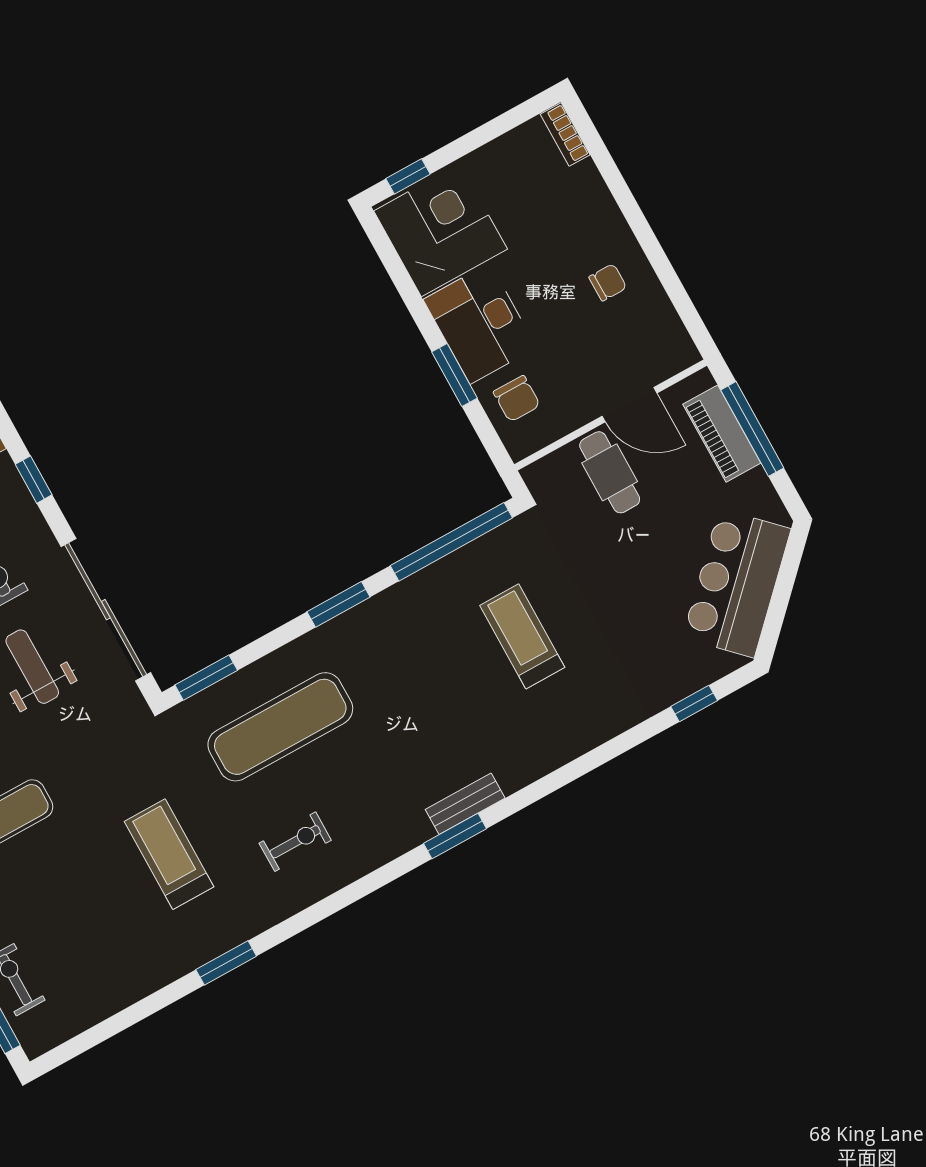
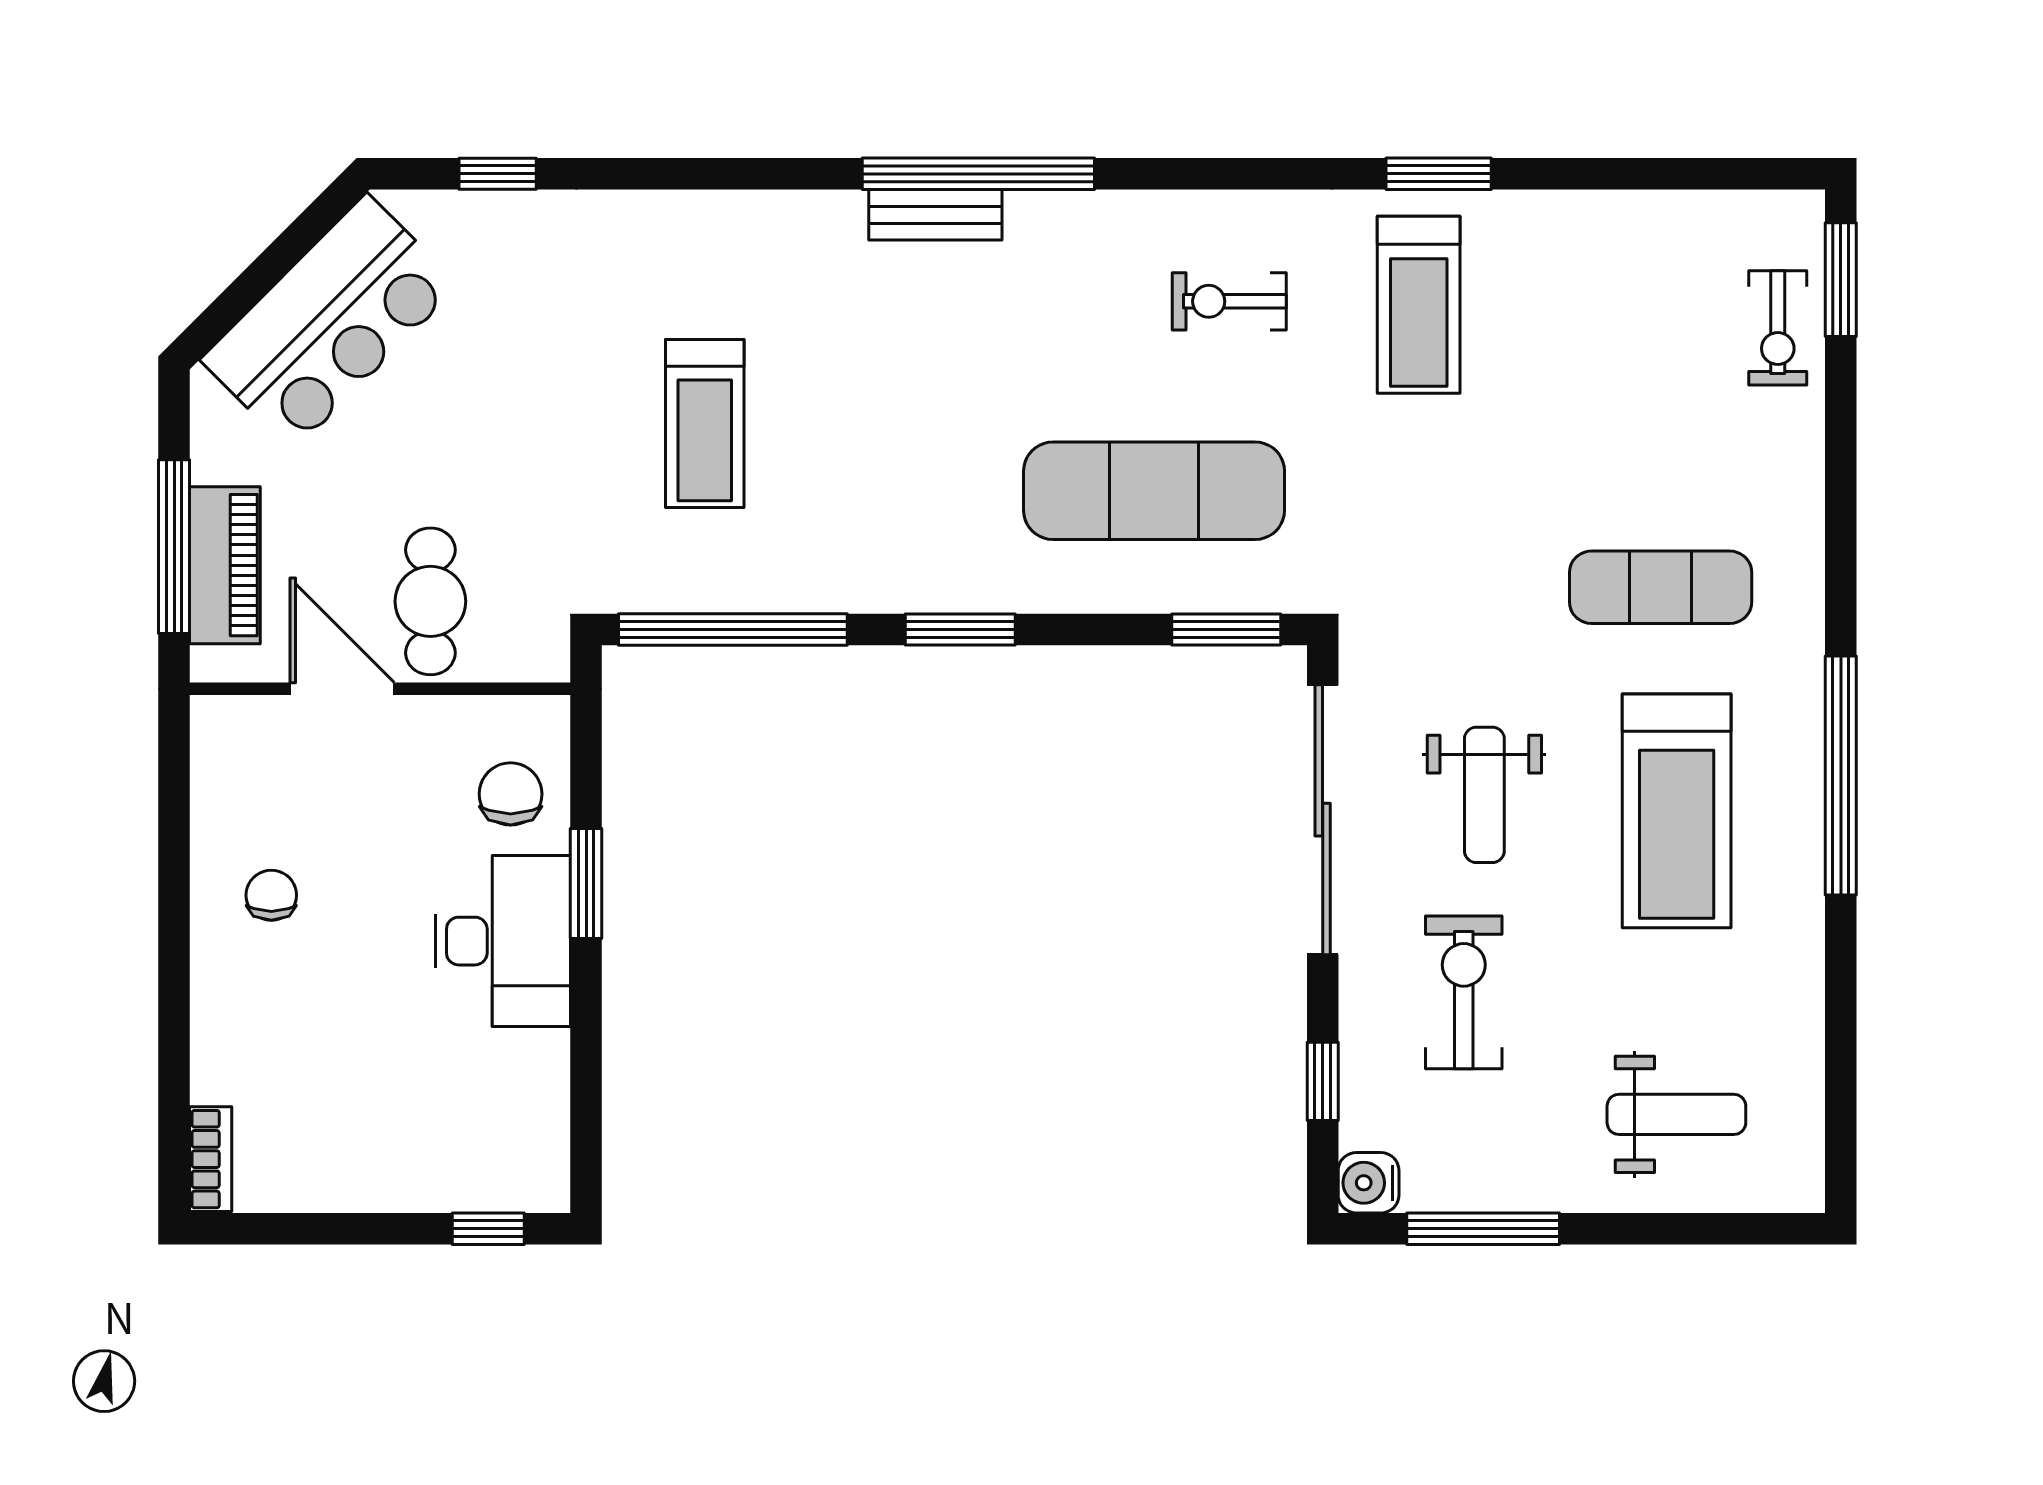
corner desk: (441, 230) -> (484, 1118), removed
chair: (608, 282) -> (271, 895), turned 90
window: (455, 836) -> (978, 174), width x2.11
treadmill: (169, 854) -> (1419, 305), moved

